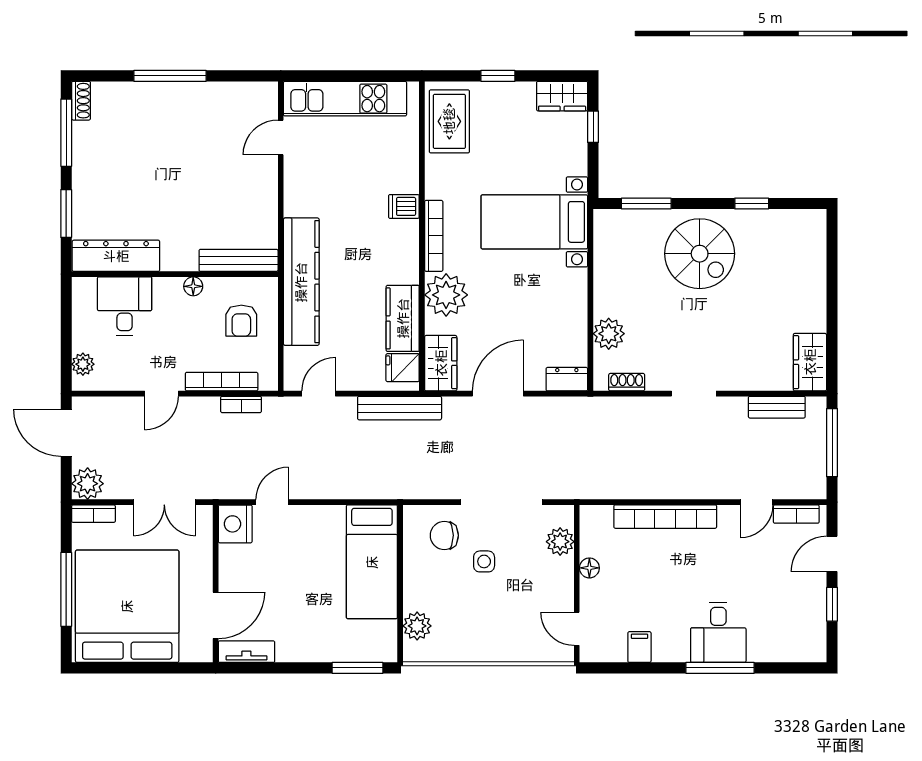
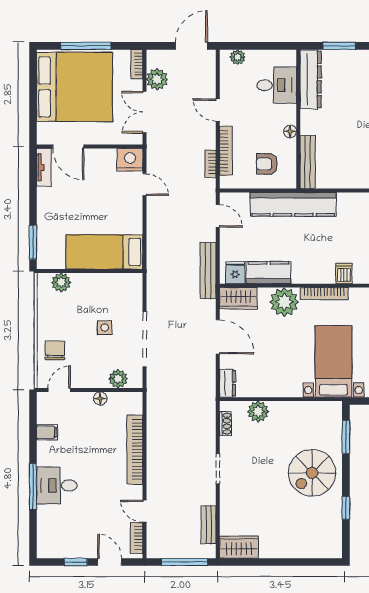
plant: (88, 484) -> (157, 79), moved
chair: (444, 535) -> (55, 350), moved

